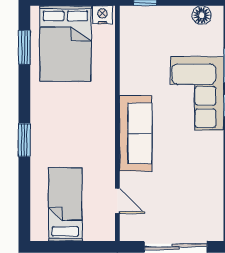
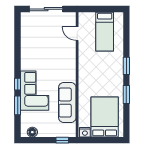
window: (24, 47) -> (126, 95), moved
sofa: (136, 133) -> (67, 103), moved

